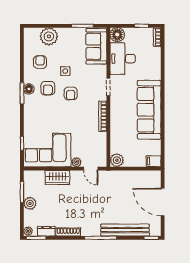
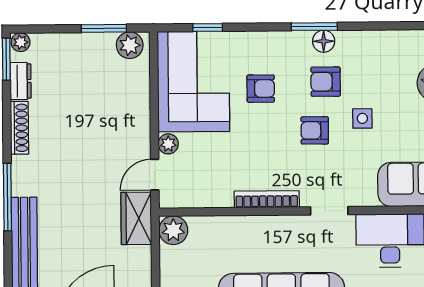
armchair: (40, 62) -> (261, 89), moved
wardrobe: (57, 177) -> (136, 218), moved
plant: (30, 203) -> (130, 45), moved

